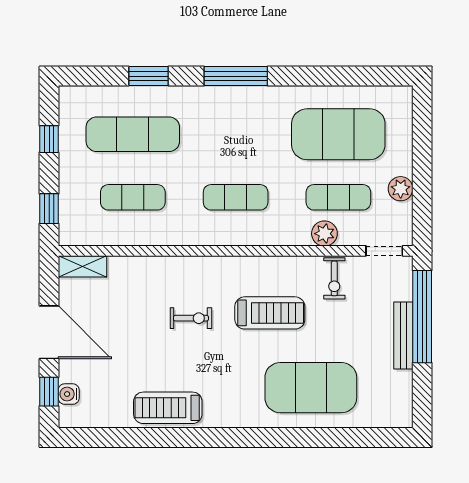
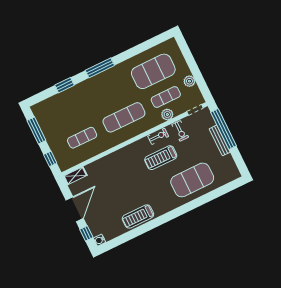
exercise mat: (133, 134) -> (70, 112), removed
window: (49, 139) -> (36, 131), width x2.17
exercise mat: (236, 197) -> (124, 117), width x1.36, depth x1.45
treadmill: (270, 313) -> (161, 158), turned 180
exercise bike: (191, 318) -> (158, 136), moved
door: (49, 332) -> (75, 209), hinge flipped
water cooler: (69, 394) -> (100, 240), moved

